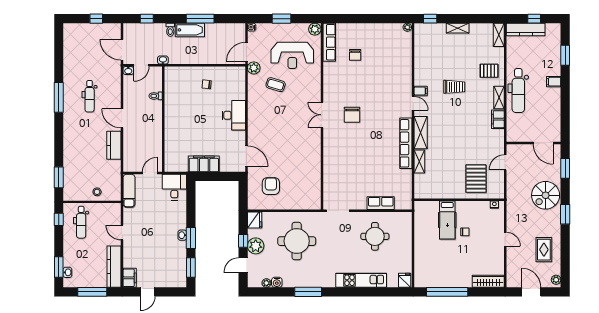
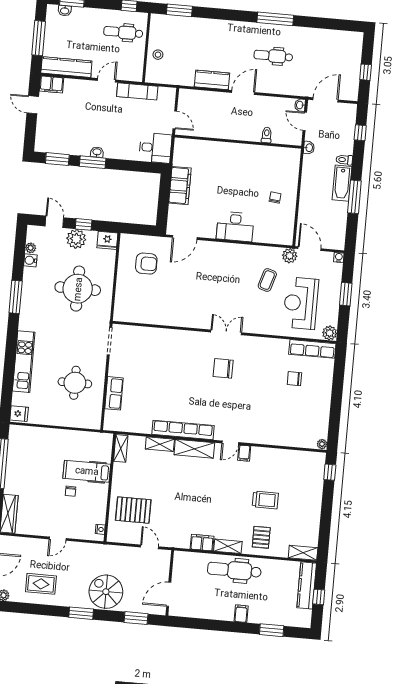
shelving: (458, 28) -> (121, 448), moved
trolley: (454, 87) -> (265, 500), moved, turned -90
exam couch: (129, 191) -> (137, 91), moved

